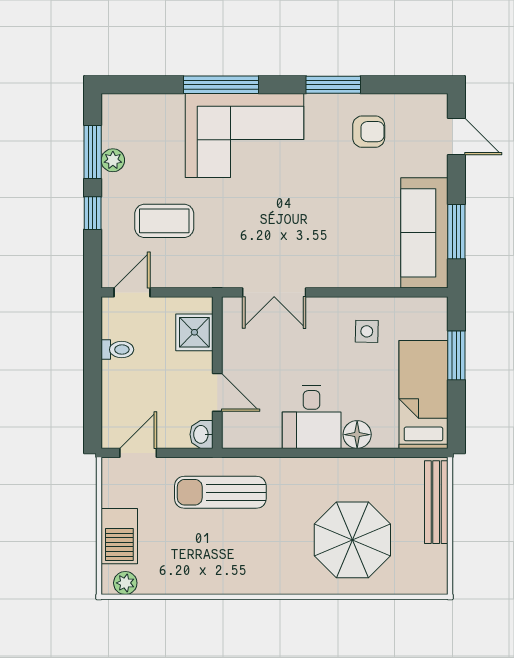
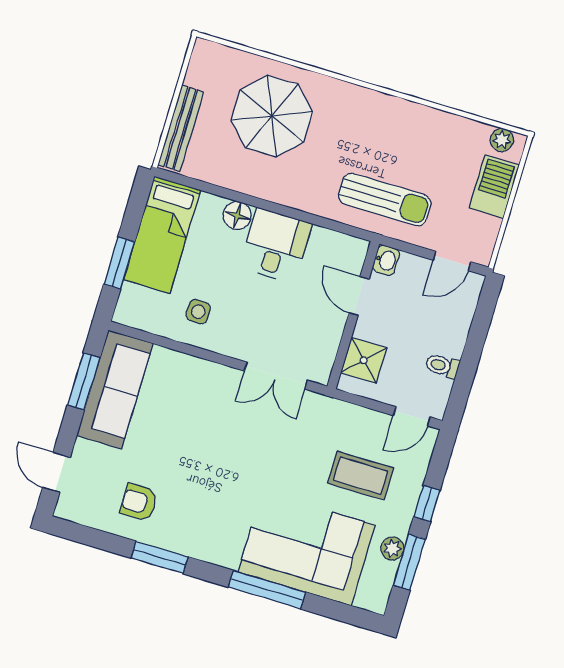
corner sofa: (245, 136) -> (307, 549), moved
double door: (274, 292) -> (276, 376), swing flipped

